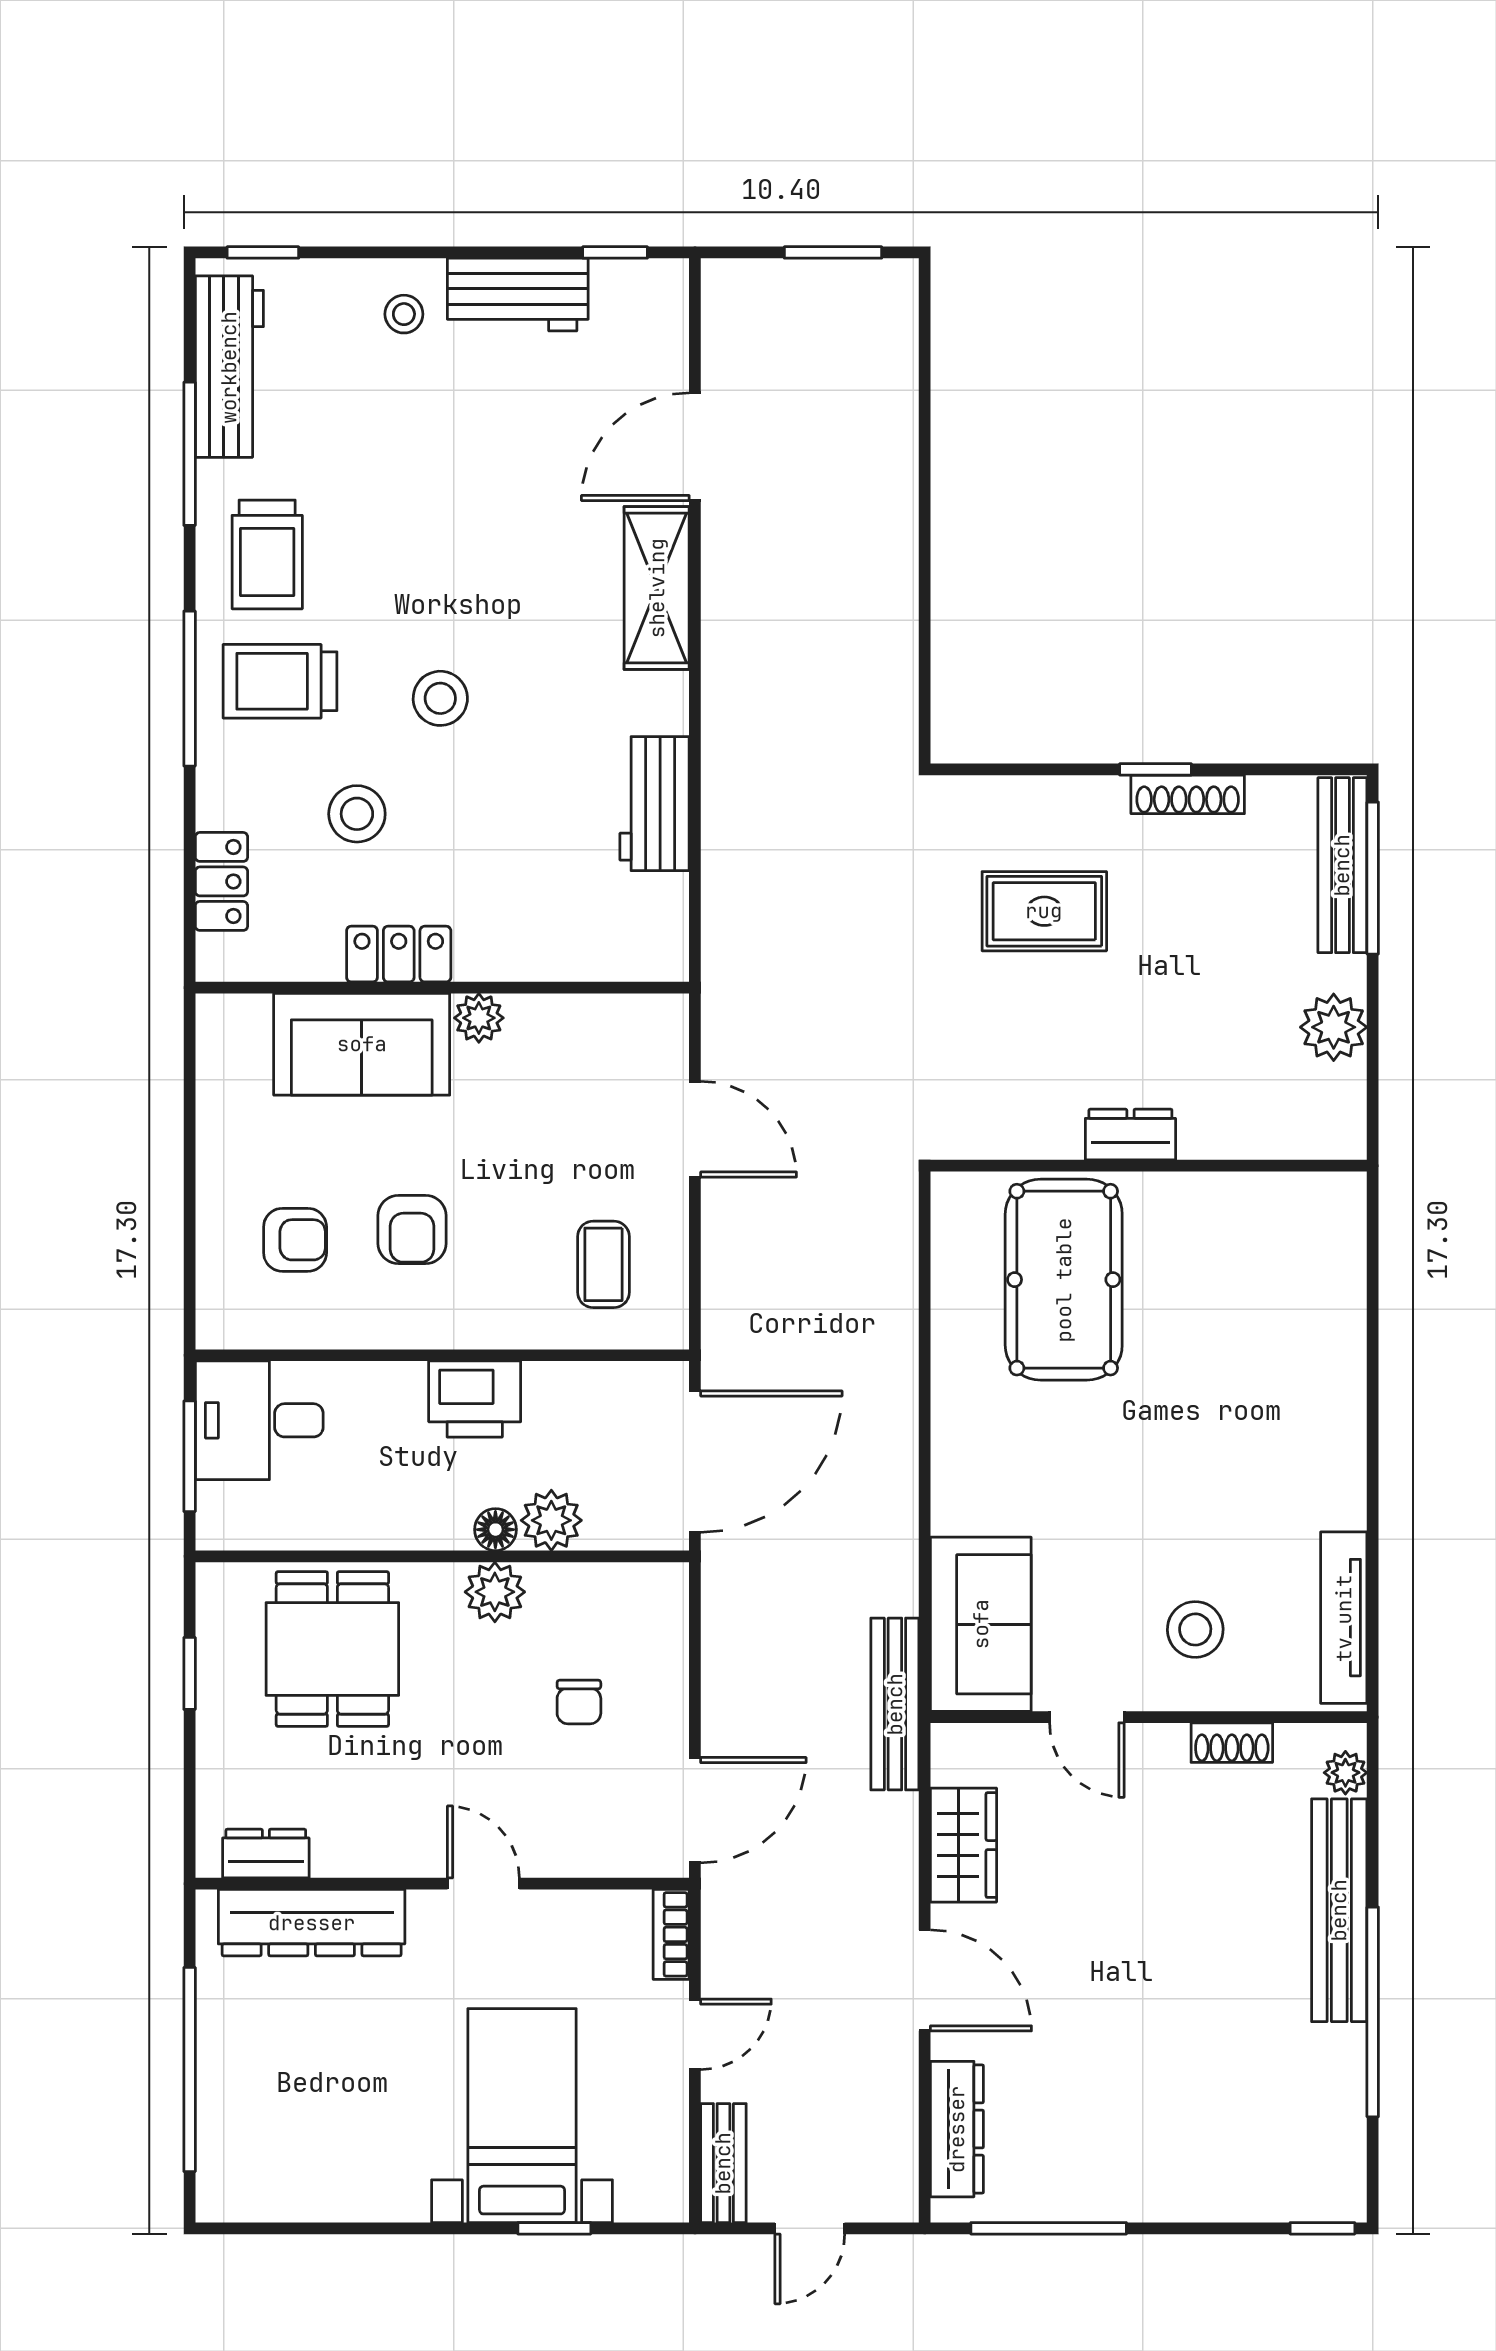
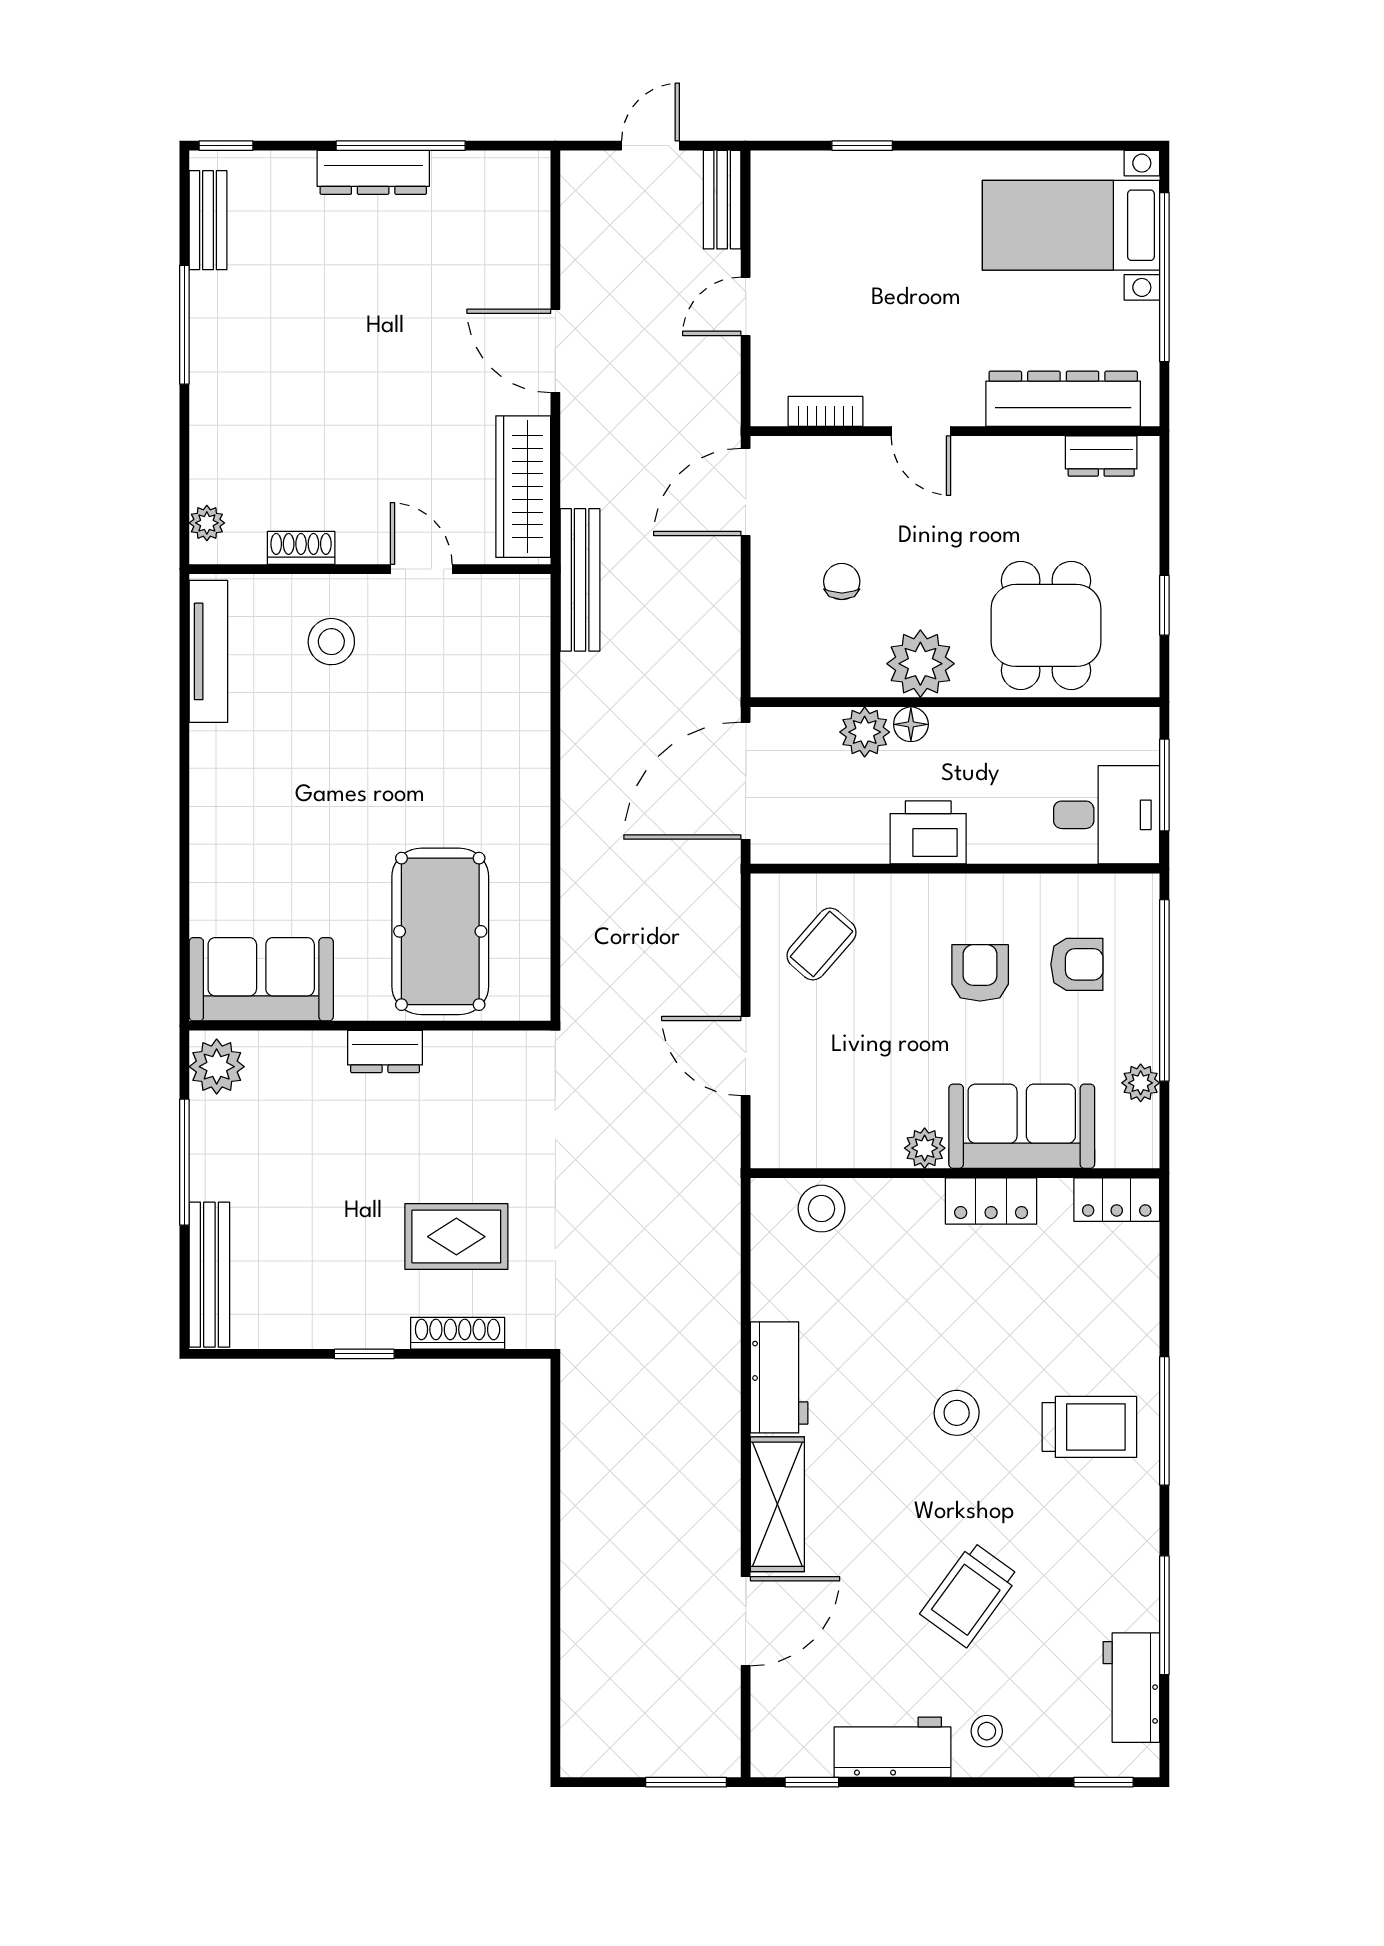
window: (833, 252) -> (686, 1782), moved
workbench: (229, 367) -> (1131, 1688), width x0.73
trolley: (267, 554) -> (969, 1595), moved, turned -144
shoe rack: (1188, 794) -> (458, 1333), moved
workbench: (655, 804) -> (779, 1377), moved
stool: (357, 814) -> (822, 1209), moved
window: (1373, 878) -> (184, 1162), moved
locker: (221, 881) -> (1117, 1200), moved, turned -90
plant: (1334, 1027) -> (217, 1067), moved
plant: (218, 1097) -> (1141, 1083), added
window: (190, 1208) -> (1164, 990), added
armchair: (295, 1240) -> (1077, 964), turned 180
coffee table: (603, 1264) -> (821, 944), turned 41
plant: (495, 1592) -> (920, 664), width x1.36, depth x1.36
sofa: (981, 1624) -> (261, 979), moved, turned 90
wardrobe: (964, 1845) -> (523, 487), width x1.50
bench: (1339, 1910) -> (208, 220), moved, width x0.54, depth x0.82
bookcase: (671, 1934) -> (826, 411), moved, turned -90
window: (1373, 2012) -> (184, 325), width x0.68
bed with nightstands: (522, 2116) -> (1071, 225), moved, turned 90
dresser: (957, 2129) -> (373, 172), moved, turned -90
window: (1049, 2228) -> (401, 146), moved

